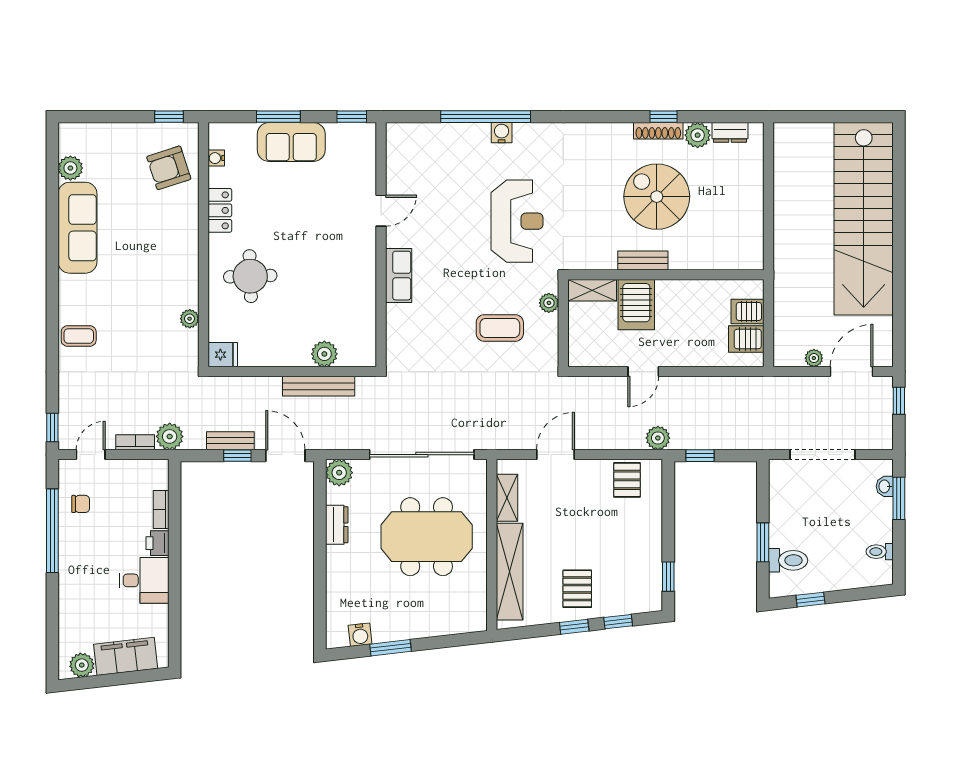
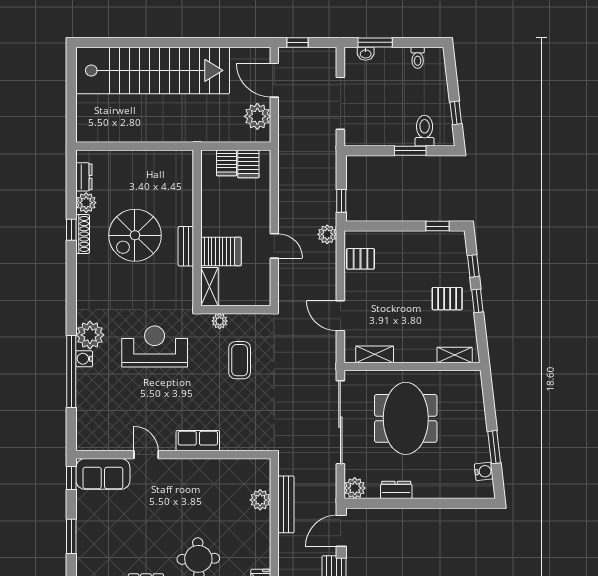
plant: (531, 140) -> (90, 335), added
sofa: (291, 142) -> (103, 474), moved, turned 90
plant: (814, 358) -> (257, 116), width x1.87, depth x1.87
shelving: (510, 572) -> (455, 355), width x0.45, depth x0.75

